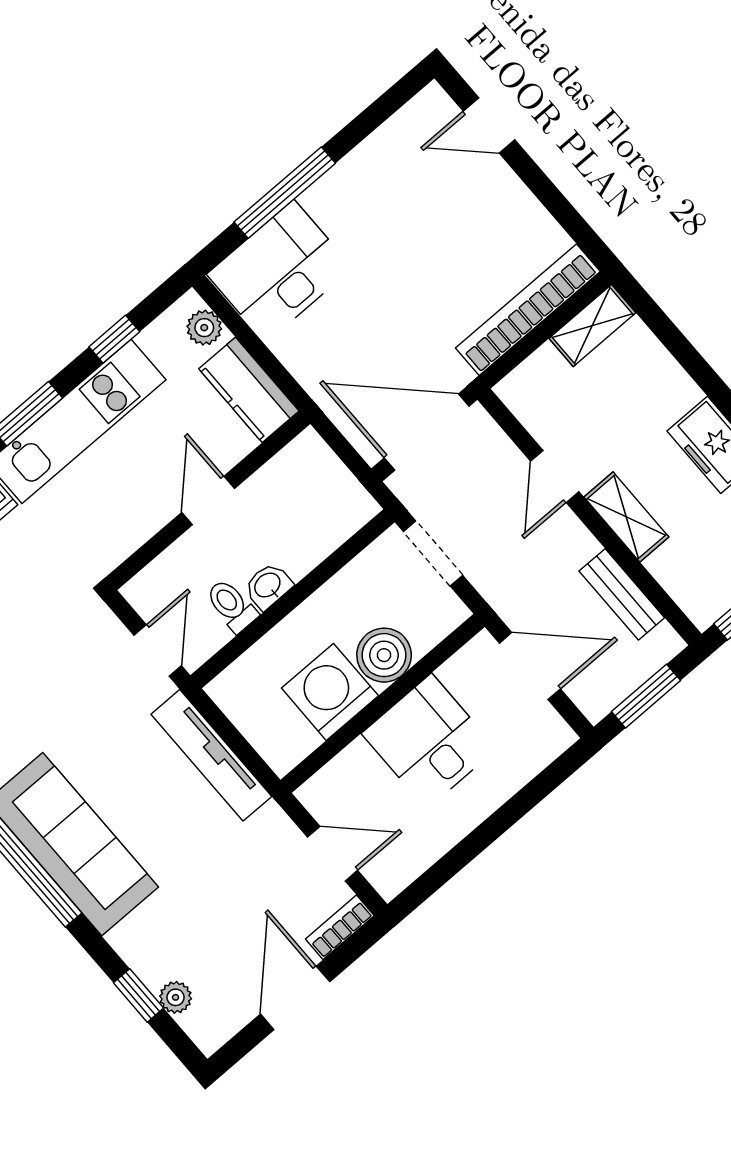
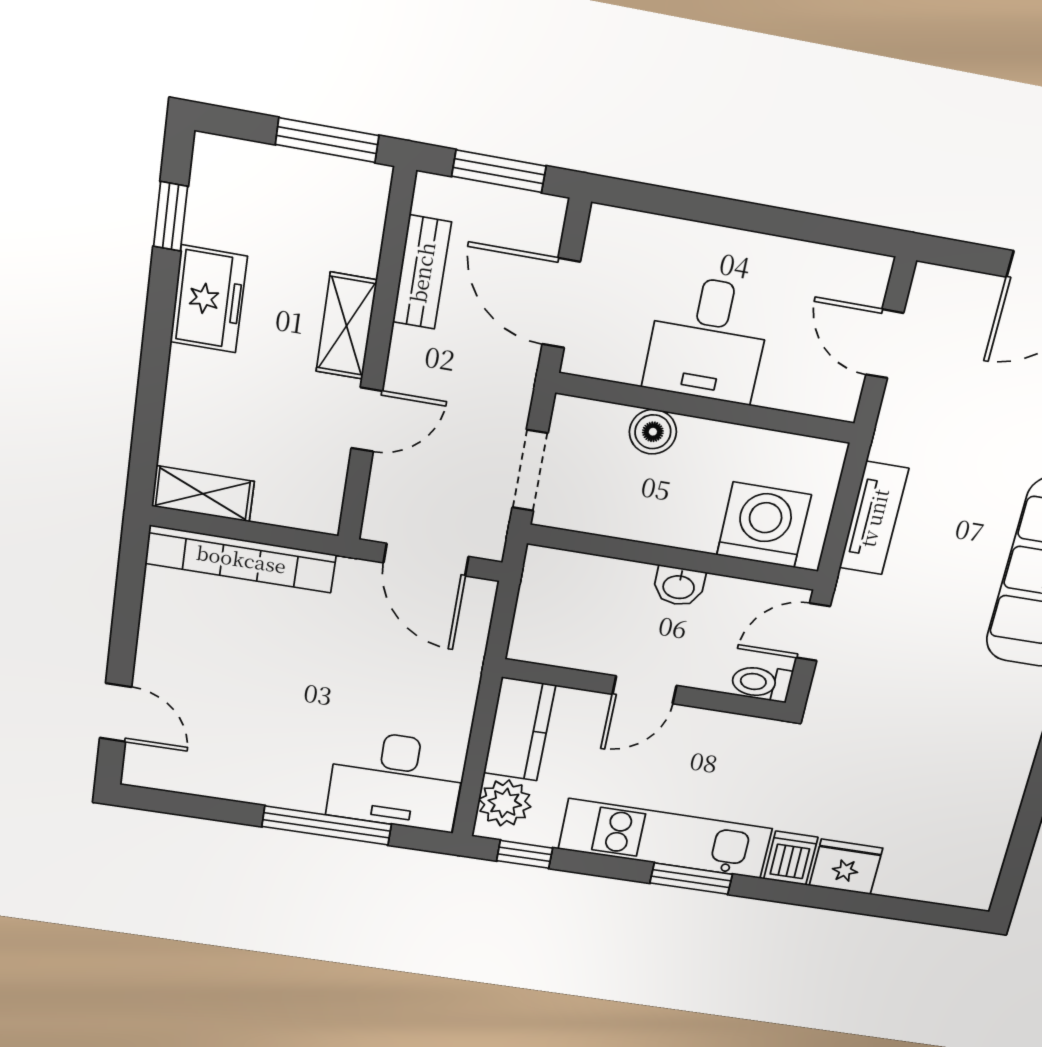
plant: (204, 328) -> (505, 803), width x1.38, depth x1.38
window: (114, 339) -> (525, 854), moved
door: (427, 432) -> (426, 560), width x0.73
toilet: (231, 606) -> (761, 683), moved, turned 90
boiler: (384, 655) -> (653, 432), width x0.73, depth x0.73
washing machine: (330, 692) -> (764, 525), moved, turned 180
tv unit: (211, 755) -> (874, 518), width x0.71
bookcase: (340, 927) -> (952, 283), removed

